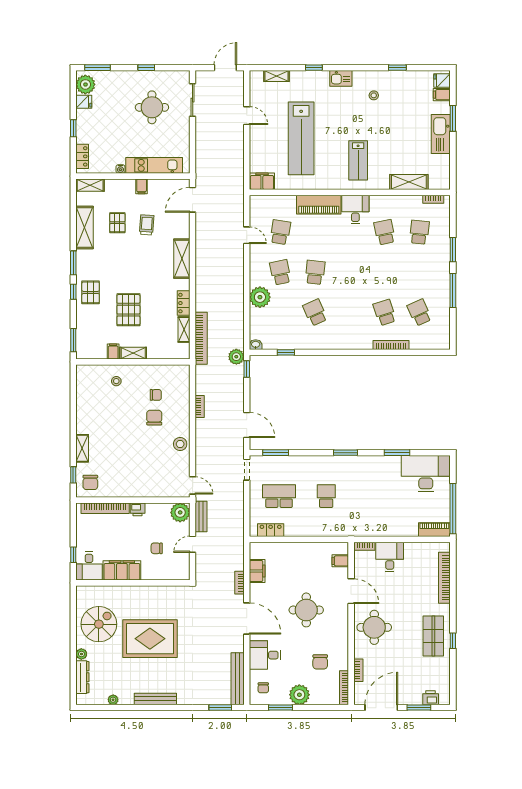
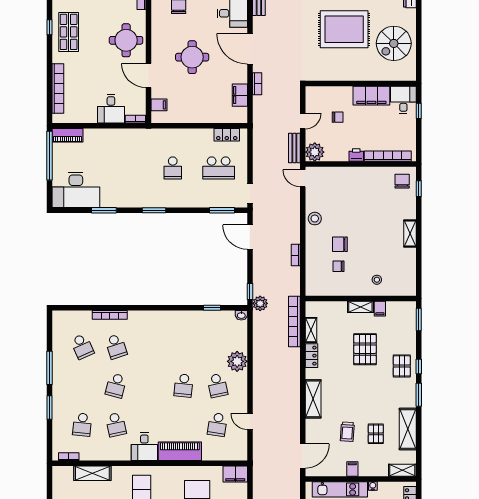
school desk: (315, 312) -> (116, 386), moved, turned 39
chair: (154, 418) -> (340, 244), turned 90
shelving: (82, 448) -> (410, 234), moved
plant: (81, 654) -> (411, 14), removed

